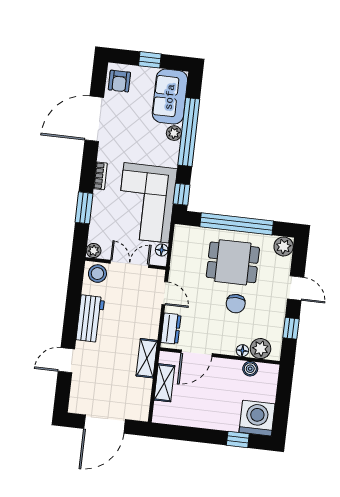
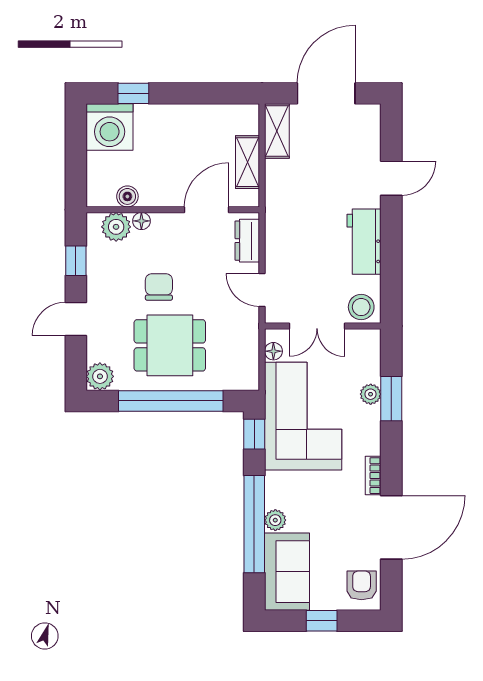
bookcase: (100, 176) -> (373, 476), moved
plant: (94, 251) -> (371, 394), moved
door: (296, 288) -> (76, 319), hinge flipped
shelving: (147, 358) -> (277, 131), moved

